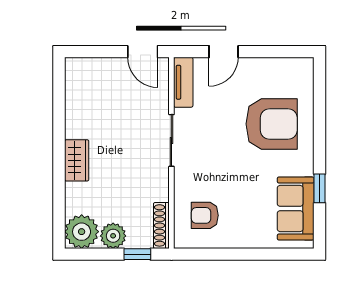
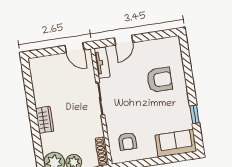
armchair: (272, 124) -> (160, 80), width x0.73, depth x0.73
sofa: (296, 208) -> (176, 143), moved, turned 90
armchair: (205, 215) -> (127, 141), turned -90

